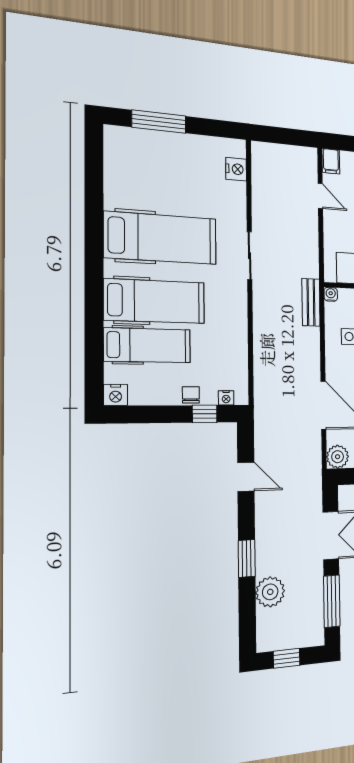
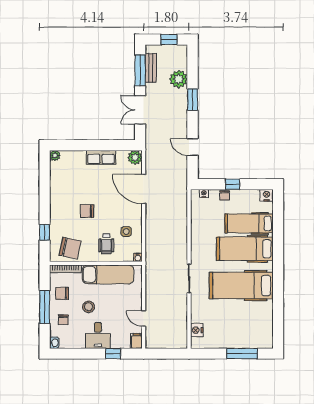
bench: (311, 302) -> (151, 68), moved
window: (205, 414) -> (233, 184), moved

